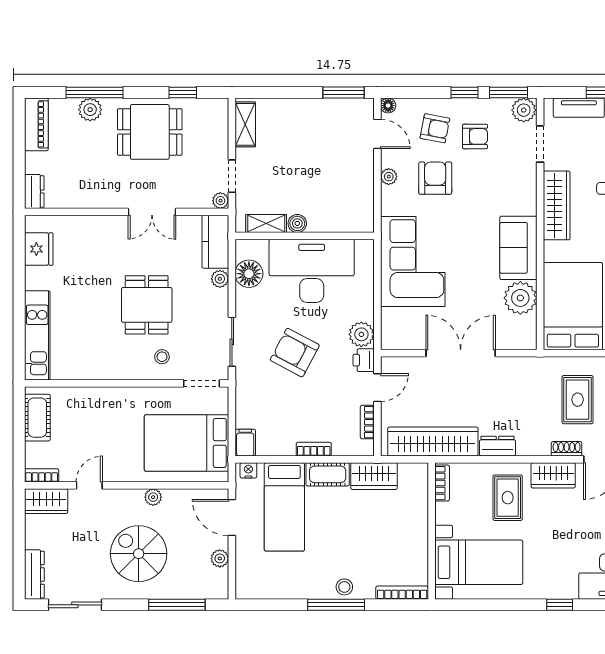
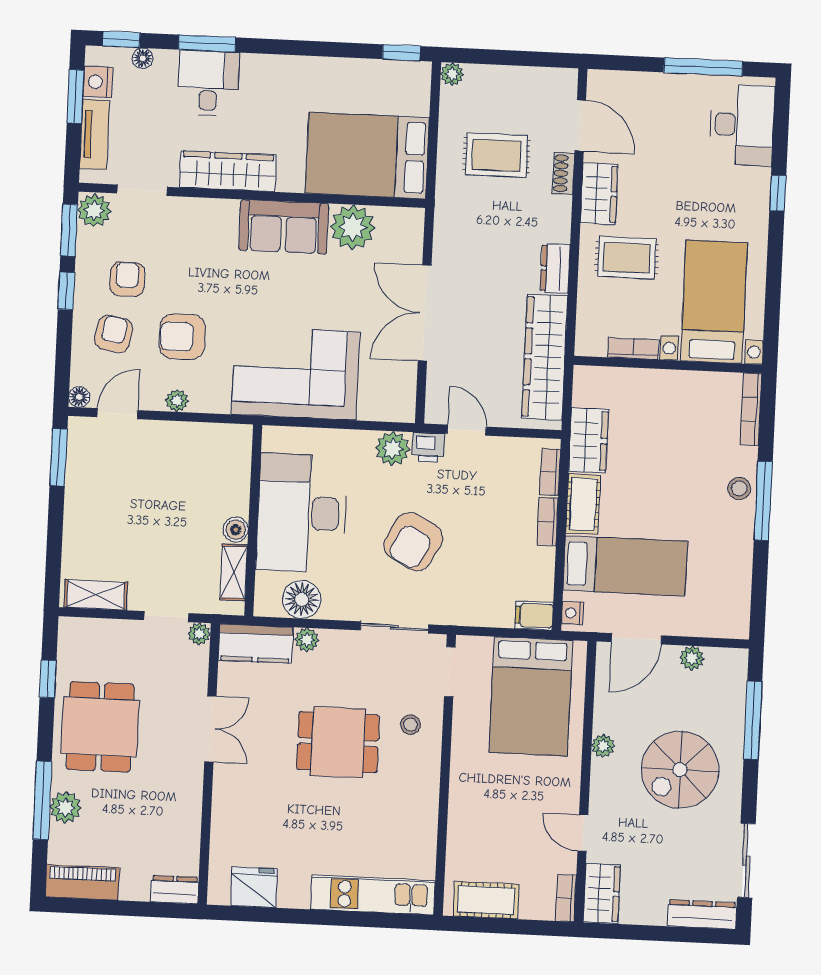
bookcase: (367, 422) -> (550, 472), moved, turned 90
bookcase: (442, 483) -> (633, 349), moved

